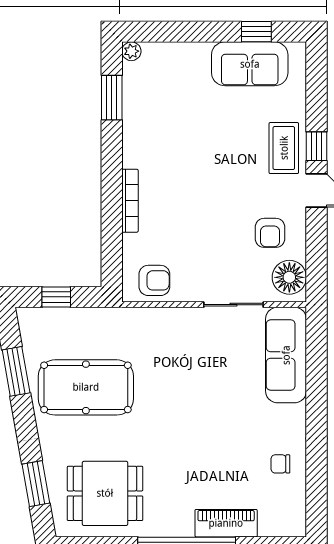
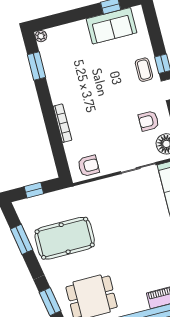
coffee table: (284, 148) -> (144, 70), width x0.73, depth x0.77
armchair: (270, 233) -> (149, 121), turned 90

